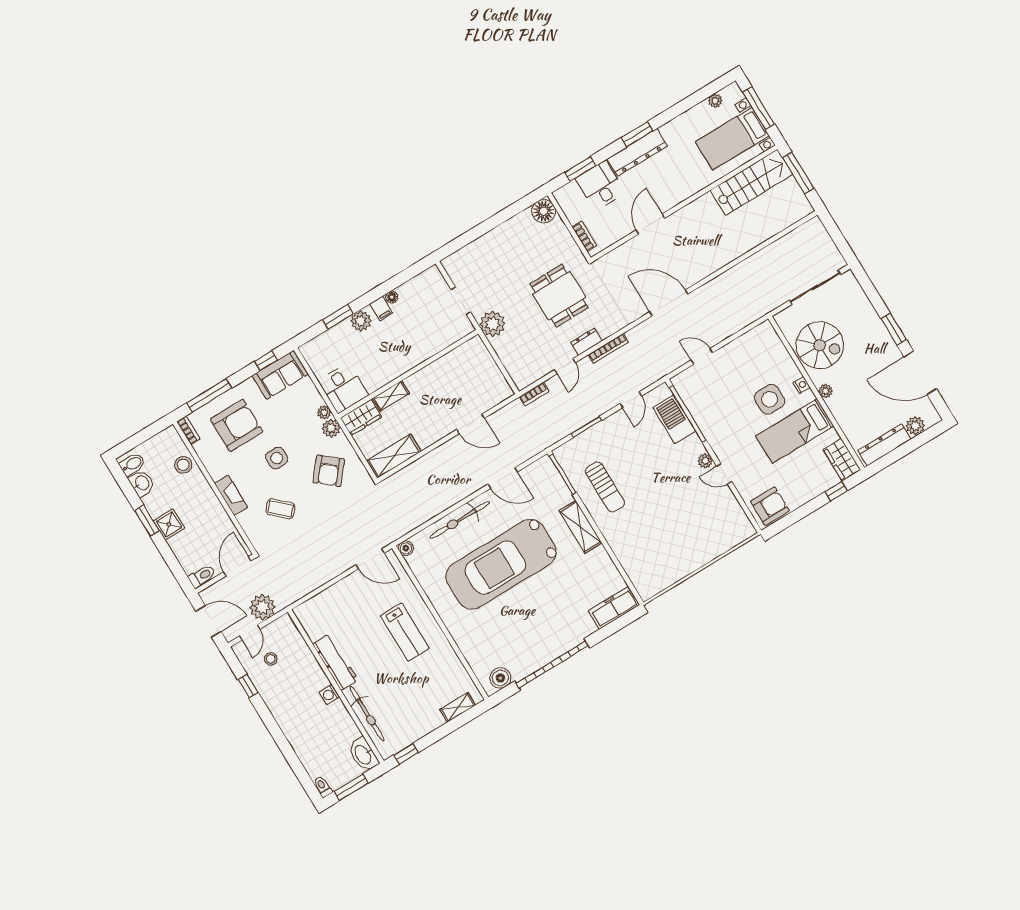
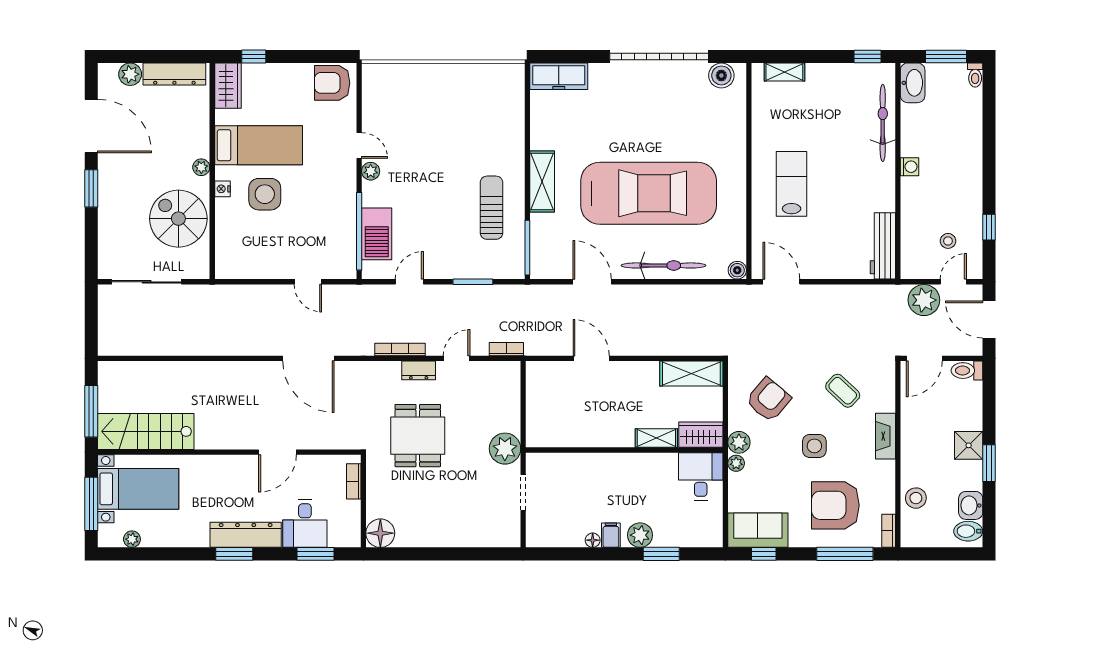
workbench: (335, 662) -> (883, 246), moved

